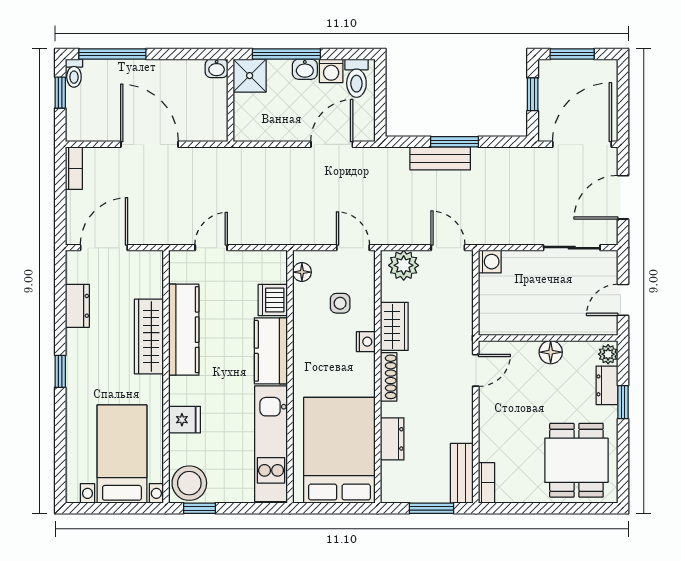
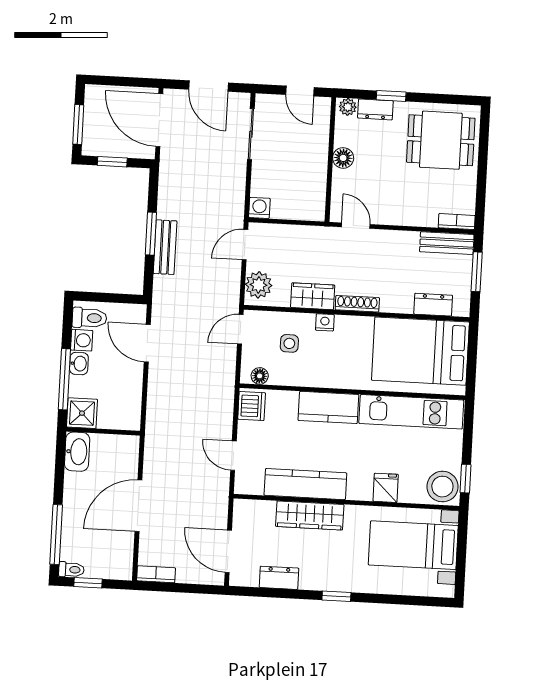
washbasin: (217, 68) -> (77, 452), width x1.91, depth x1.45
dishwasher: (273, 300) -> (252, 406), moved, turned -90
dresser: (392, 439) -> (433, 305), moved

